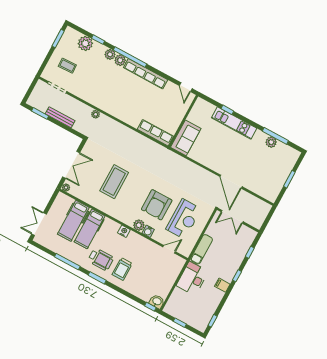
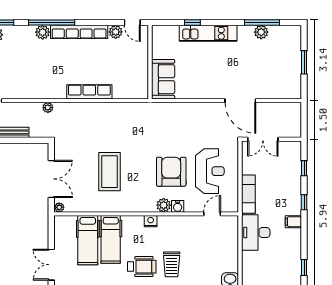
plant: (110, 54) -> (116, 32), moved
row of seats: (155, 133) -> (89, 92), moved
armchair: (157, 205) -> (171, 172), turned 180

